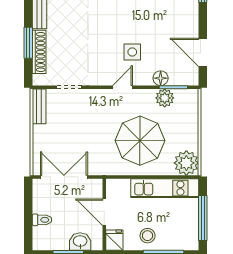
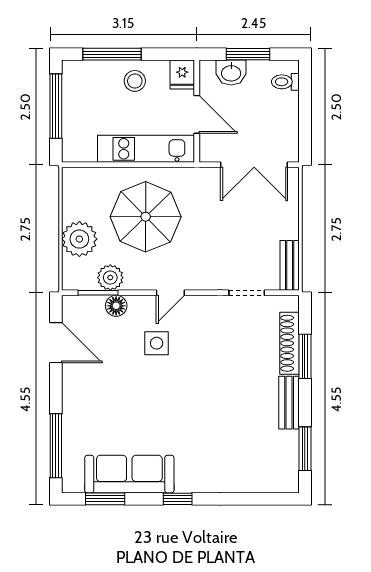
plant: (186, 163) -> (79, 239), moved
kitchen unit: (165, 188) -> (146, 149), moved
toilet: (42, 220) -> (285, 82), moved

